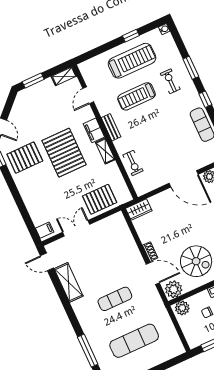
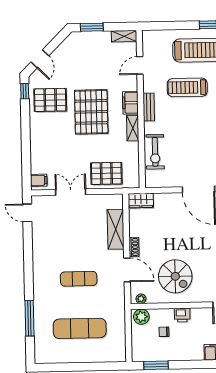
exercise bike: (133, 163) -> (155, 152), width x1.38, depth x1.39
shelving: (69, 282) -> (116, 229), moved
plant: (174, 289) -> (141, 299), width x0.53, depth x0.53

